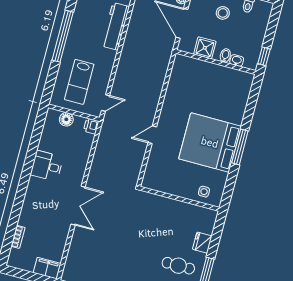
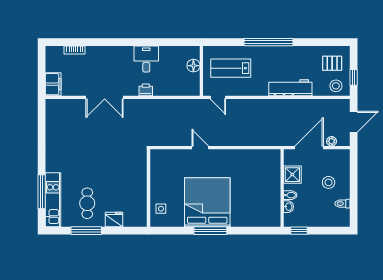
printer: (91, 126) -> (146, 90), moved
double door: (78, 206) -> (105, 97), moved

